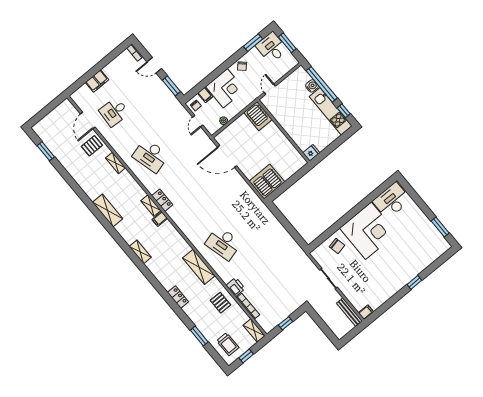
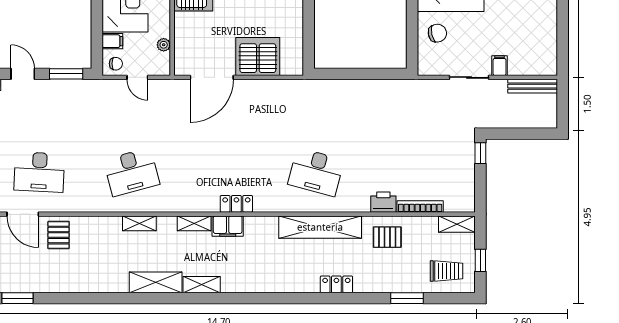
door: (154, 65) -> (23, 74), swing flipped
desk: (114, 112) -> (39, 172), width x1.37
shelving: (115, 163) -> (139, 223), moved
server rack: (267, 182) -> (258, 57), moved, turned 90
locker: (162, 200) -> (236, 204), moved
filing cabinet: (160, 219) -> (228, 226), width x2.00
desk: (223, 243) -> (316, 172), turned 30
shelving: (140, 252) -> (202, 285), moved
shelving: (199, 267) -> (320, 227), width x1.47
filing cabinet: (366, 312) -> (500, 66), moved
window: (286, 323) -> (480, 153), moved

